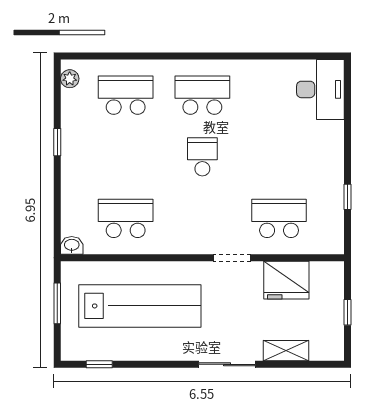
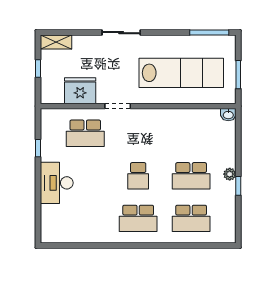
plant: (70, 79) -> (230, 174), moved
desk: (320, 89) -> (57, 183), moved
school desk: (126, 218) -> (191, 176), moved
lab bench: (140, 306) -> (181, 73), turned 180
shelving: (286, 351) -> (56, 42), moved
window: (99, 364) -> (209, 33), width x2.17

